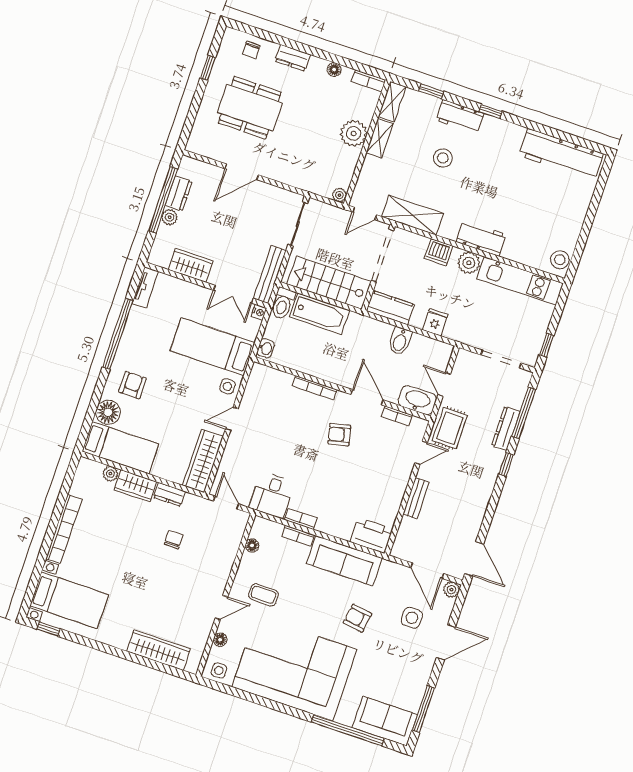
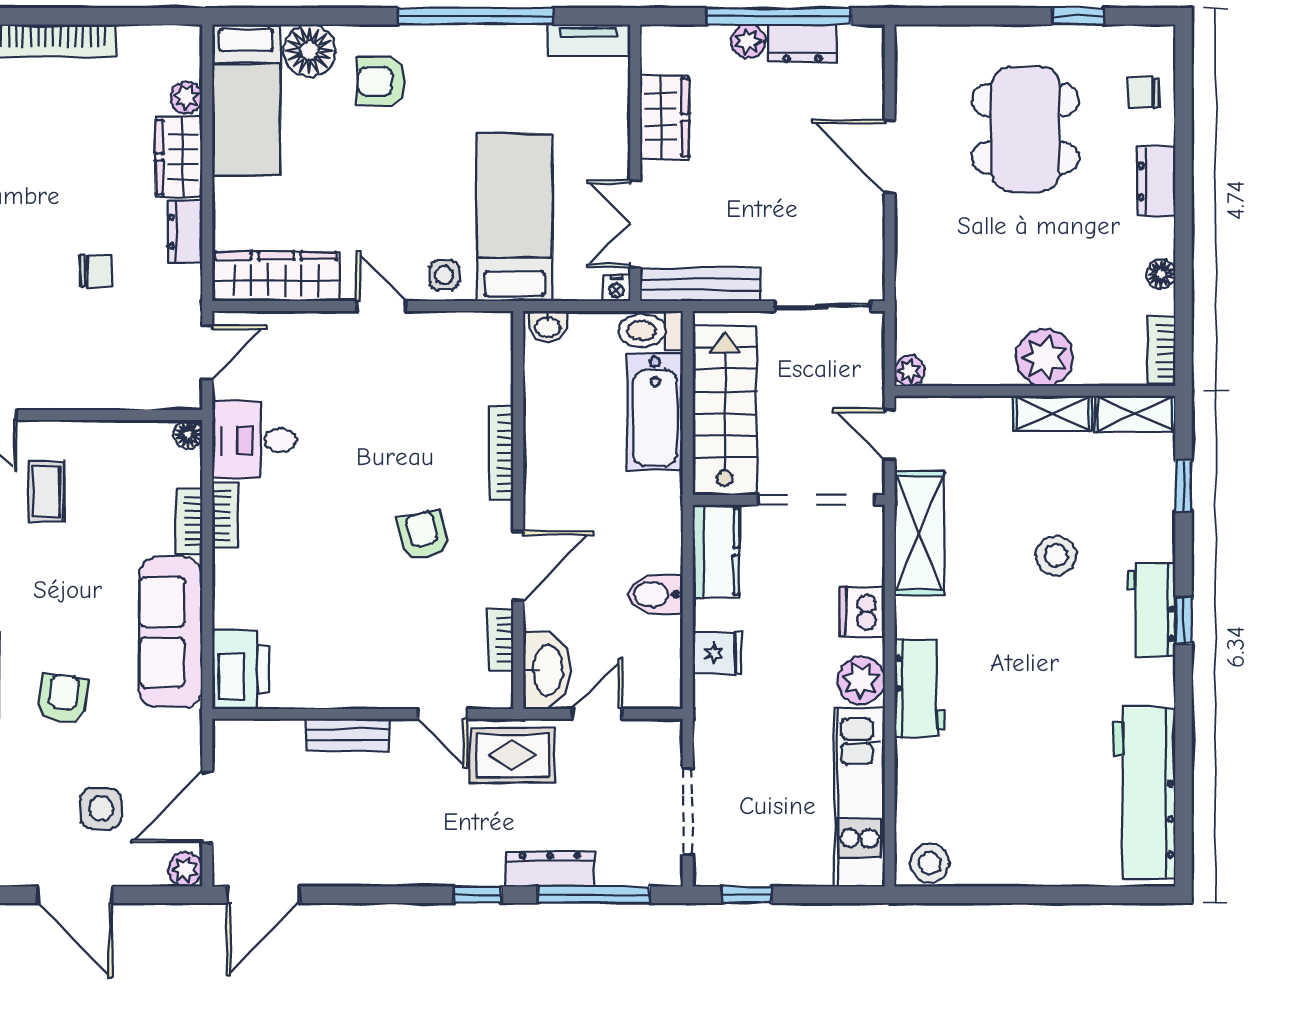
workbench: (460, 117) -> (1151, 610), moved
armchair: (132, 385) -> (382, 81), turned 180
floor lamp: (252, 545) -> (188, 434), moved

